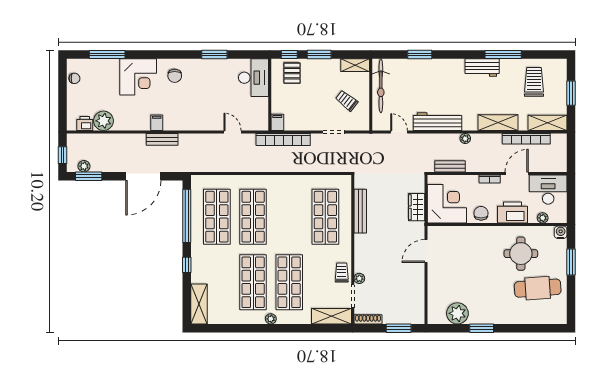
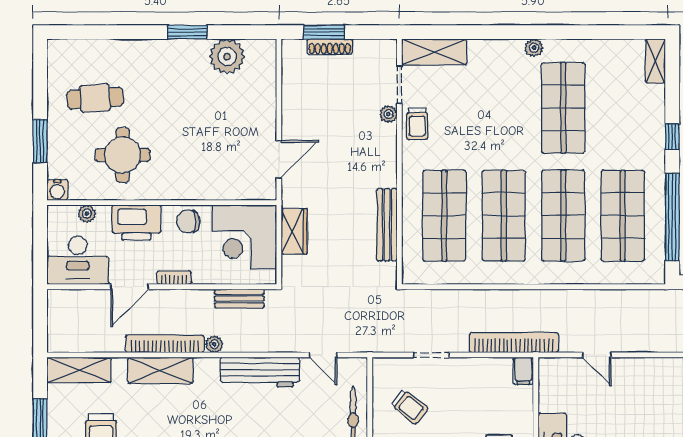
bookcase: (526, 139) -> (165, 344), moved
chair: (481, 213) -> (188, 221), turned 90
shop shelf: (289, 282) -> (504, 216), moved
cafe table: (538, 288) -> (95, 98), width x0.73, depth x0.74
shelving: (199, 304) -> (655, 61), width x0.67, depth x0.75
shoe rack: (368, 319) -> (330, 47), moved

